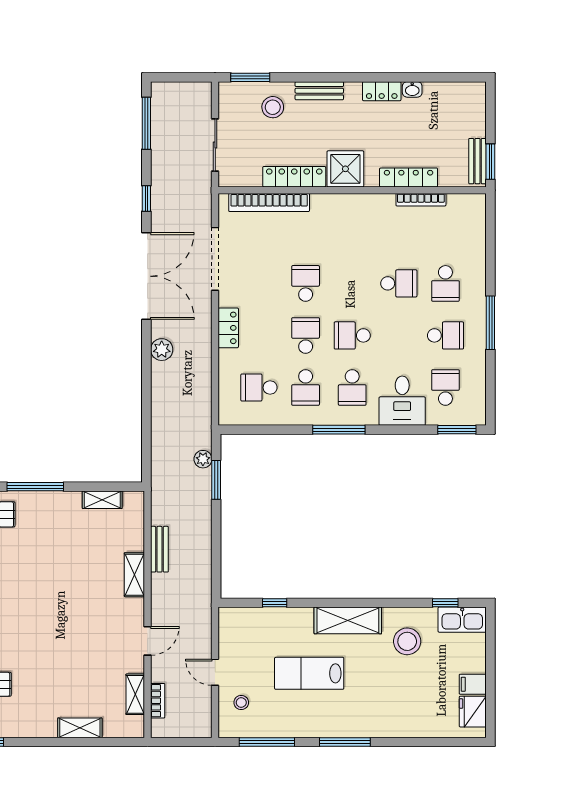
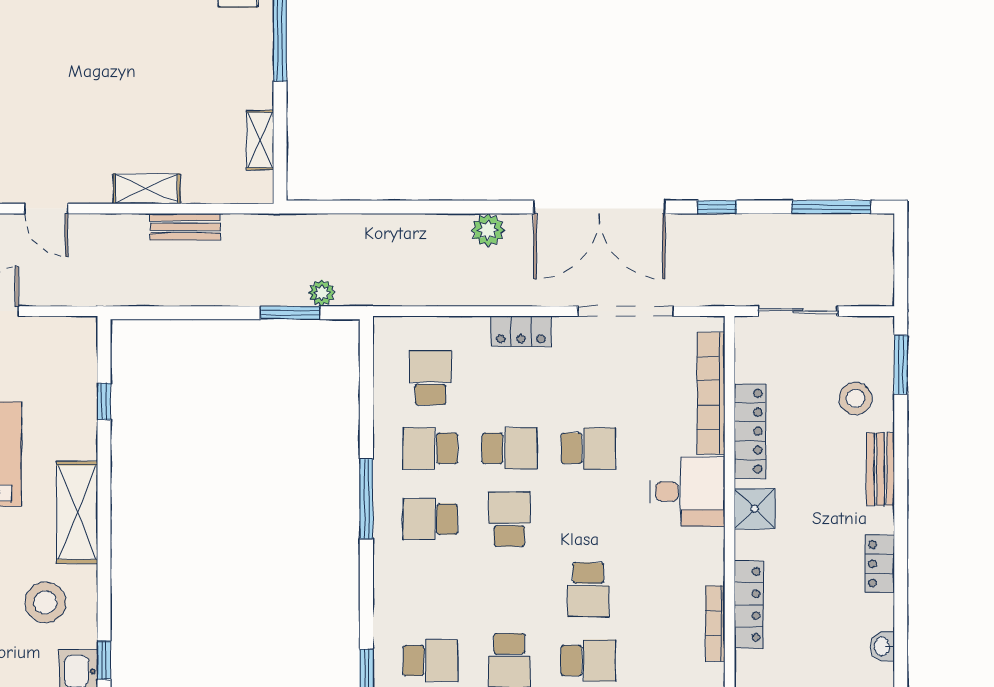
washbasin: (412, 89) -> (882, 647), moved
shower: (345, 169) -> (755, 509), width x0.73, depth x0.73
school desk: (445, 283) -> (588, 661), turned 180
desk: (402, 401) -> (687, 491), moved, turned 180

